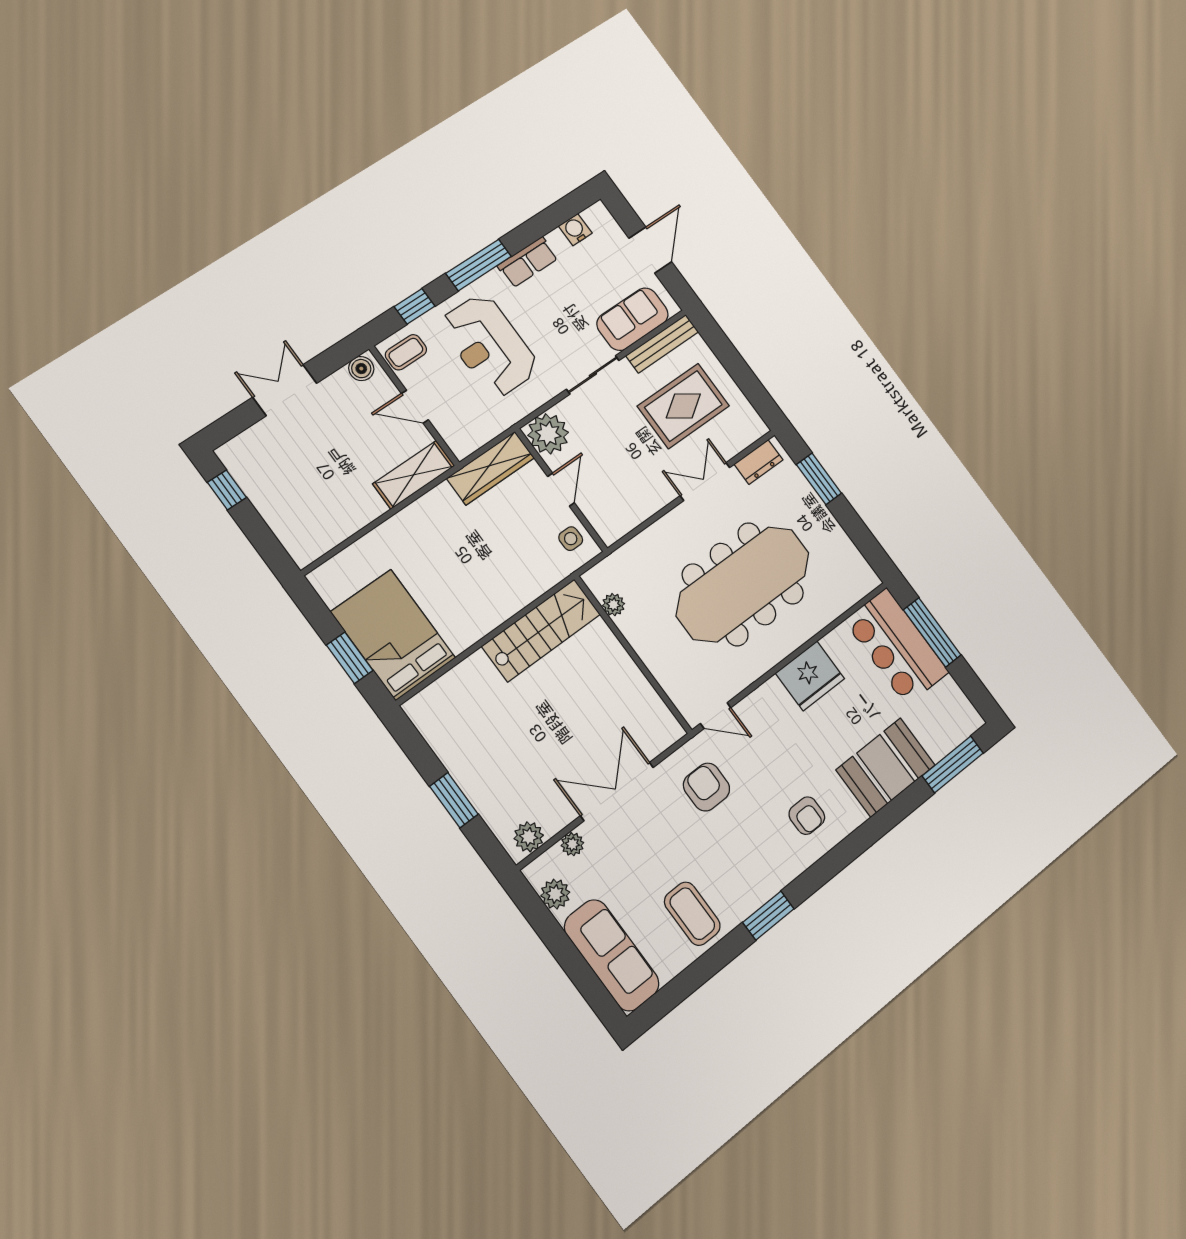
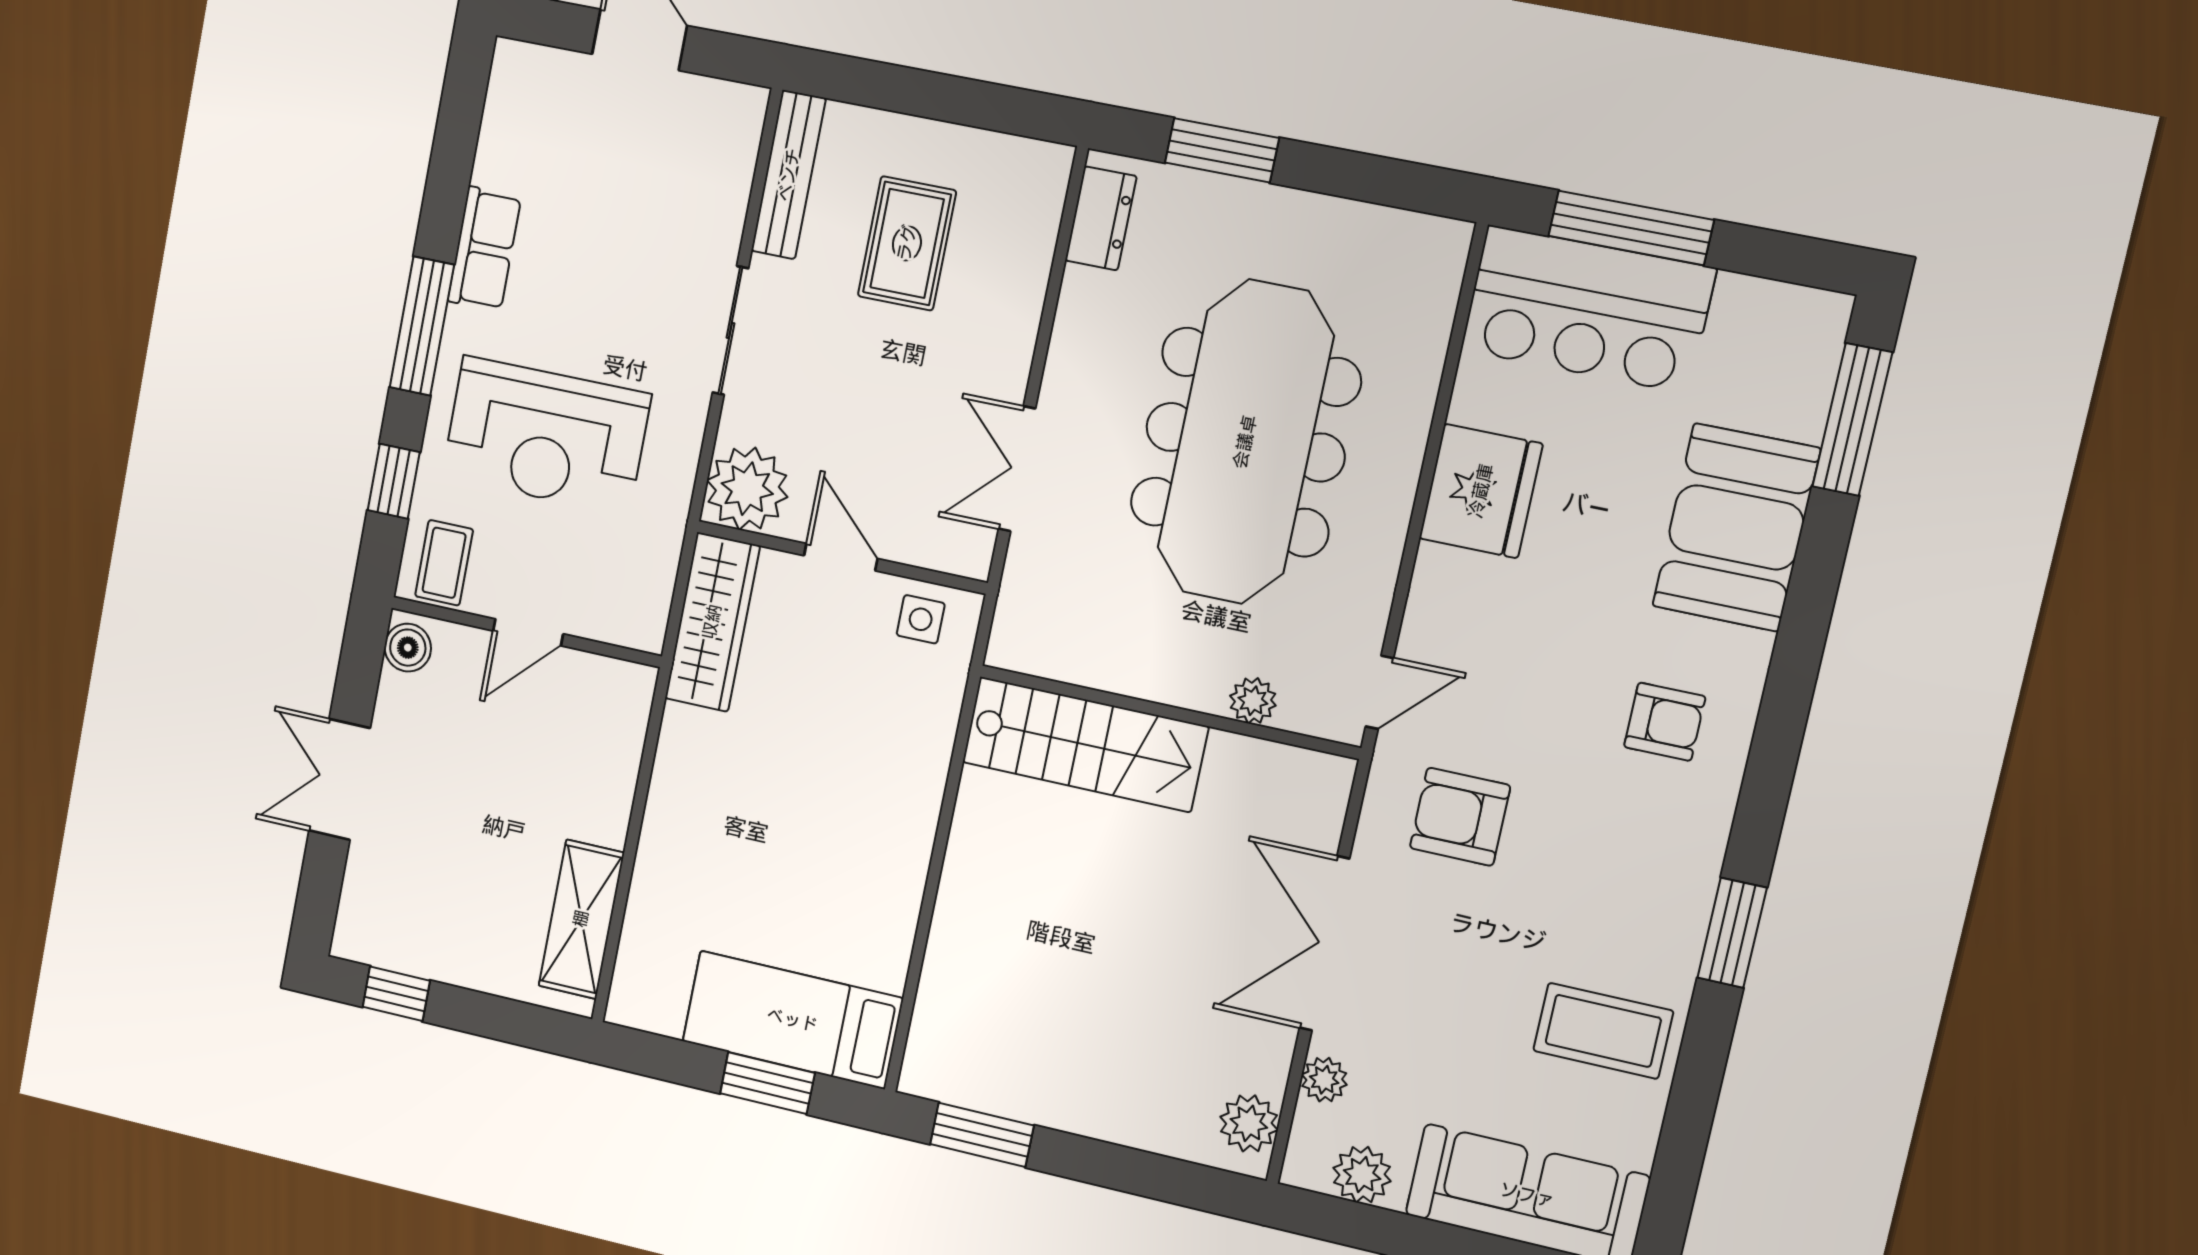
water cooler: (575, 230) -> (504, 125), removed
sofa: (633, 319) -> (711, 181), removed
rug: (683, 406) -> (907, 243), width x0.73, depth x0.70
shelving: (414, 475) -> (581, 919), moved
double door: (705, 482) -> (1017, 469), moved
plant: (613, 605) -> (1253, 701), moved
stairs: (541, 630) -> (1085, 744), moved, turned 90
bed: (393, 635) -> (792, 1020), width x0.67
window: (454, 800) -> (982, 1135), moved

